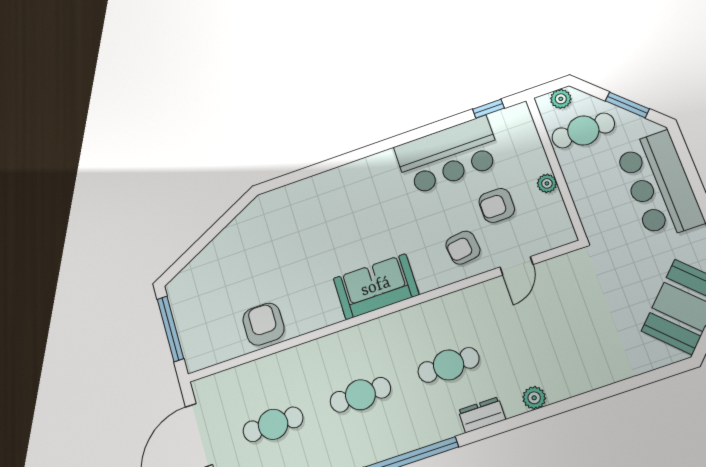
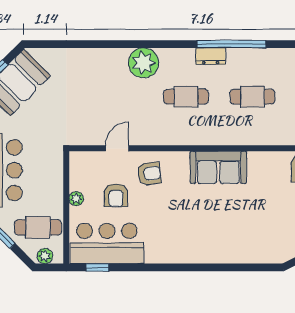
bar counter: (448, 155) -> (107, 243), moved
armchair: (497, 205) -> (116, 195), turned 90
plant: (534, 398) -> (143, 63), width x1.88, depth x1.88
dresser: (482, 415) -> (211, 56), moved

